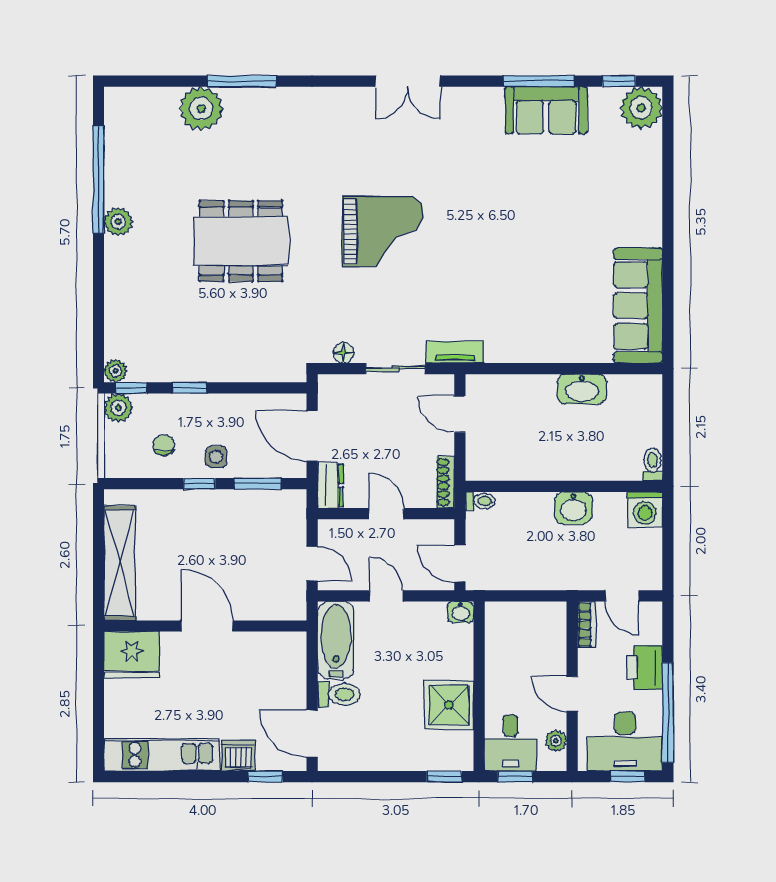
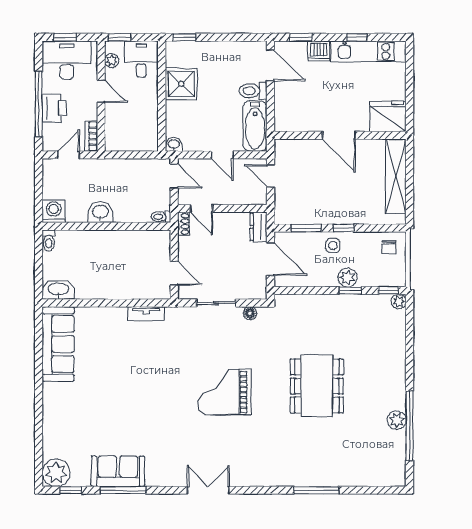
plant: (201, 108) -> (343, 472), removed
plant: (118, 222) -> (397, 420), moved
dining table: (241, 241) -> (317, 386), turned 90
tv unit: (455, 352) -> (146, 314), moved
washbasin: (582, 389) -> (58, 290), moved
plant: (118, 408) -> (347, 277), moved
chair: (164, 445) -> (389, 247), moved
shoe rack: (446, 482) -> (184, 224), width x0.70
door: (386, 514) -> (201, 208), moved
door: (622, 596) -> (69, 155), hinge flipped
window: (668, 713) -> (39, 104), moved
window: (179, 777) -> (357, 37), added
window: (515, 777) -> (120, 37), moved

